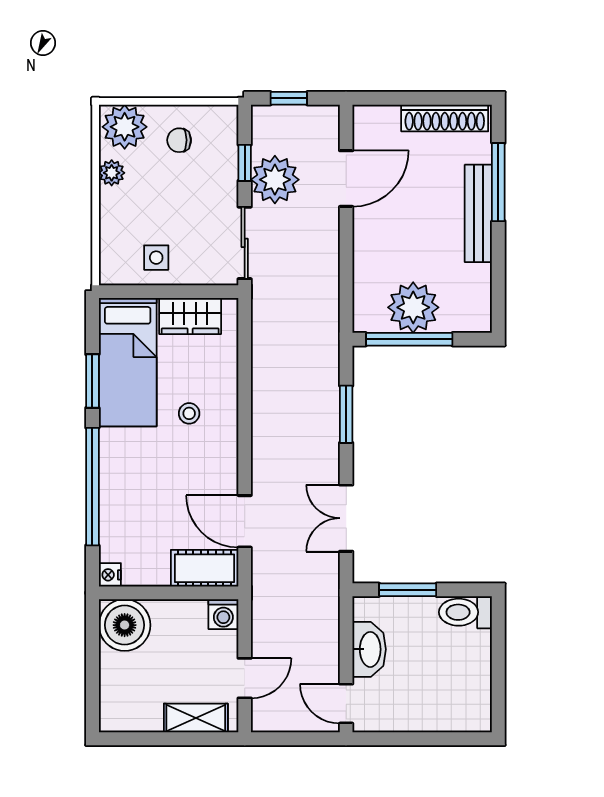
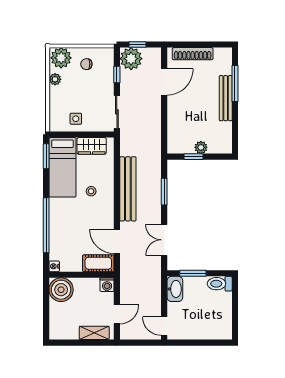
shoe rack: (445, 118) -> (193, 54), moved
plant: (275, 180) -> (131, 59), moved
plant: (413, 307) -> (201, 147), width x0.53, depth x0.53
window: (409, 339) -> (193, 157), width x0.46
window: (92, 381) -> (46, 156), moved
bench: (268, 408) -> (128, 189), added
washbasin: (369, 649) -> (175, 289), moved

